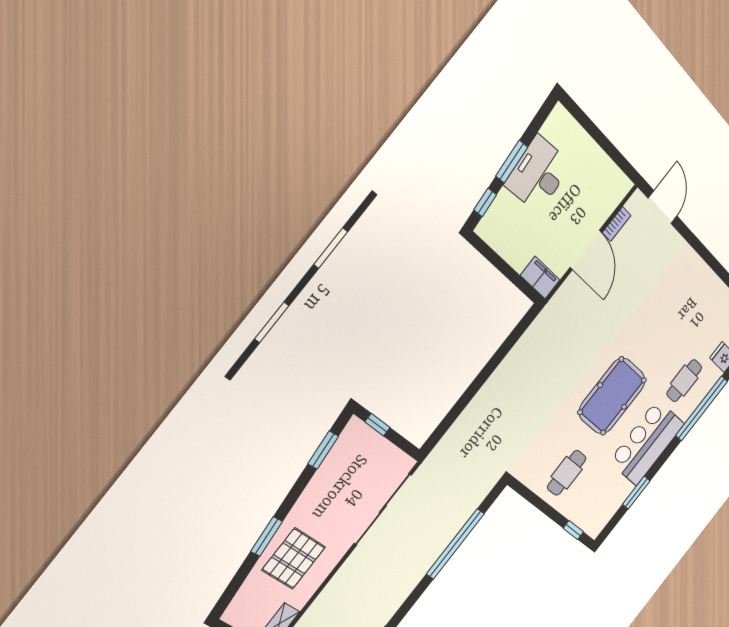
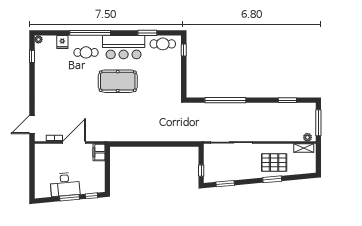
cafe table: (567, 473) -> (163, 44), moved

